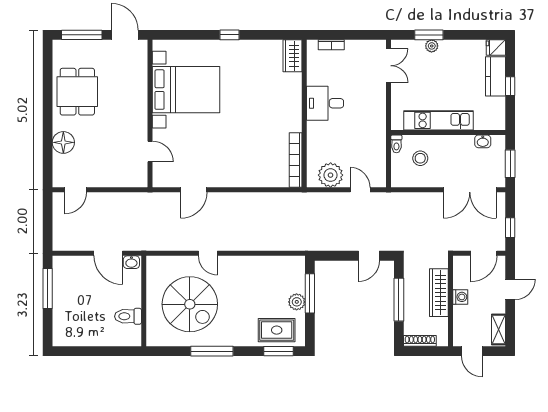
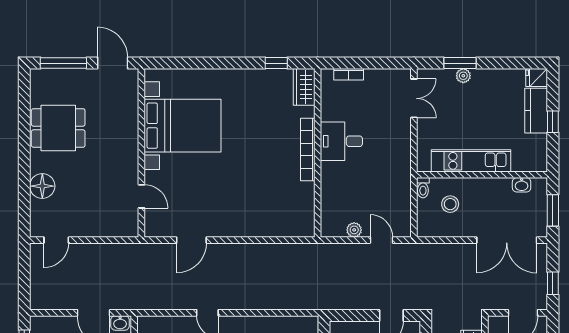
window: (229, 35) -> (276, 63), moved
dining table: (77, 92) -> (58, 128), turned 90
bookcase: (296, 160) -> (308, 149), moved
plant: (331, 175) -> (354, 230), width x0.53, depth x0.53

